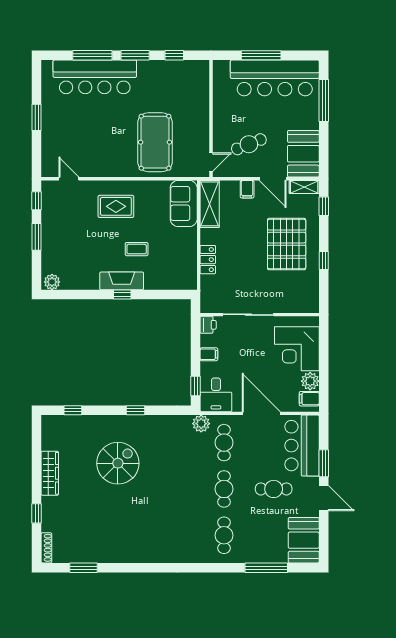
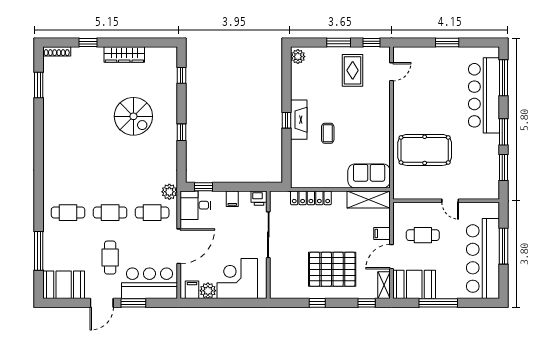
window: (92, 55) -> (503, 78), moved
window: (174, 55) -> (503, 167), width x1.50
window: (324, 101) -> (438, 303), moved
cafe table: (249, 144) -> (423, 235), turned -68
door: (211, 162) -> (450, 201), moved
rug: (116, 206) -> (353, 70), moved
locker: (208, 260) -> (311, 198), width x1.53

